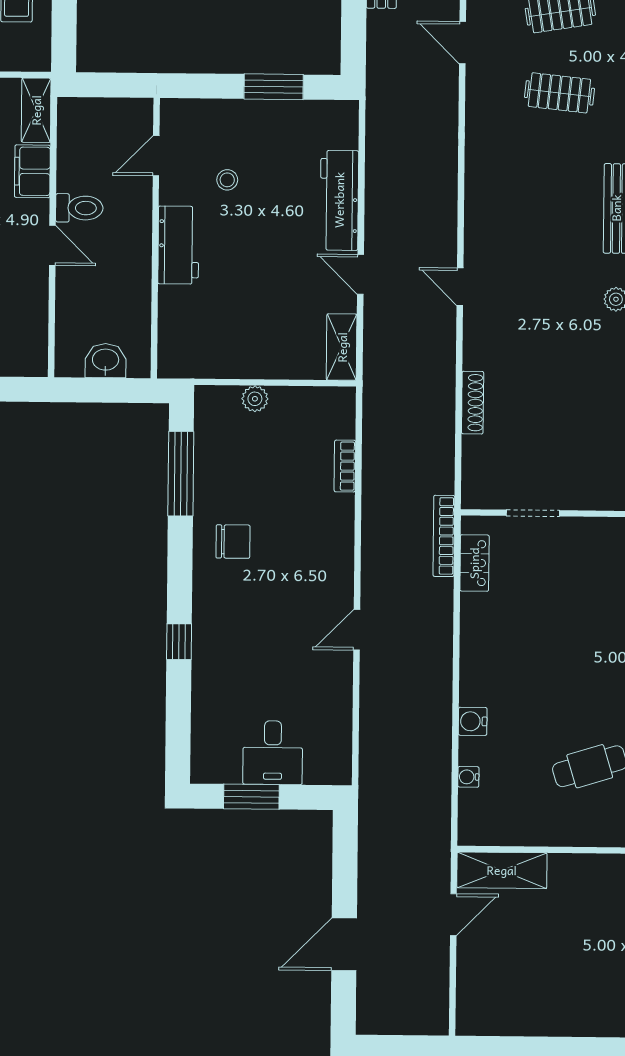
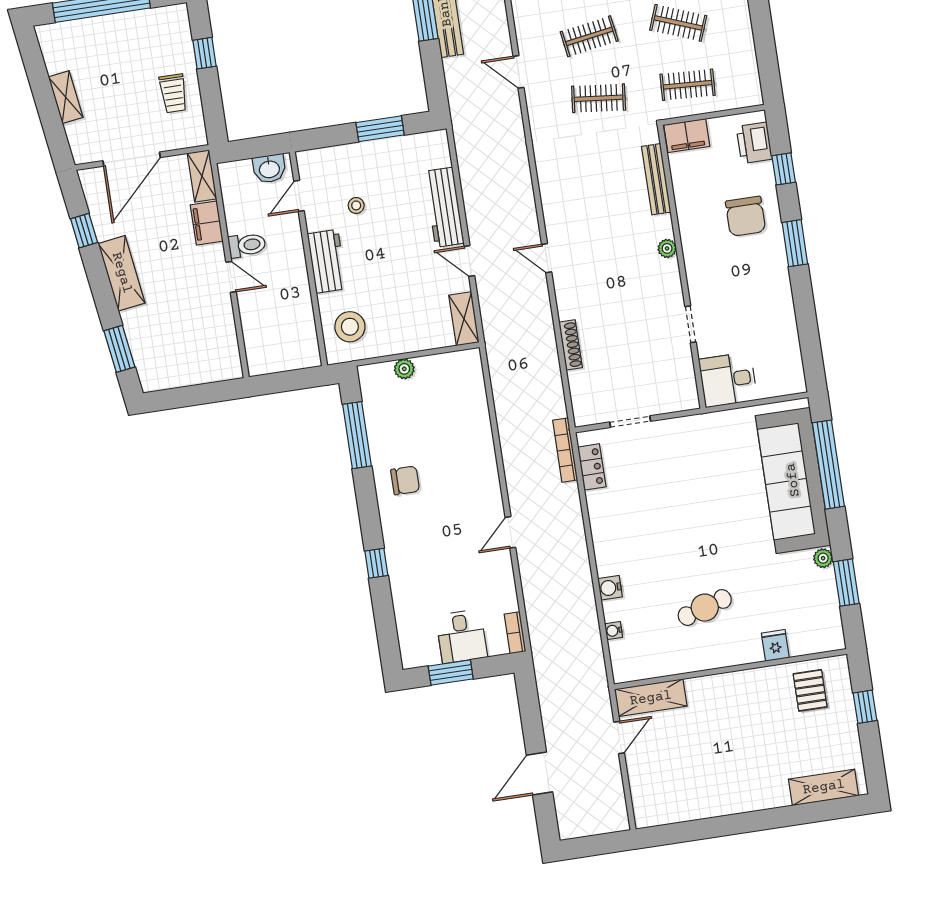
stool: (194, 334) -> (350, 327), added
washbasin: (106, 361) -> (269, 169), moved, turned 180
bookcase: (345, 466) -> (515, 633), moved

